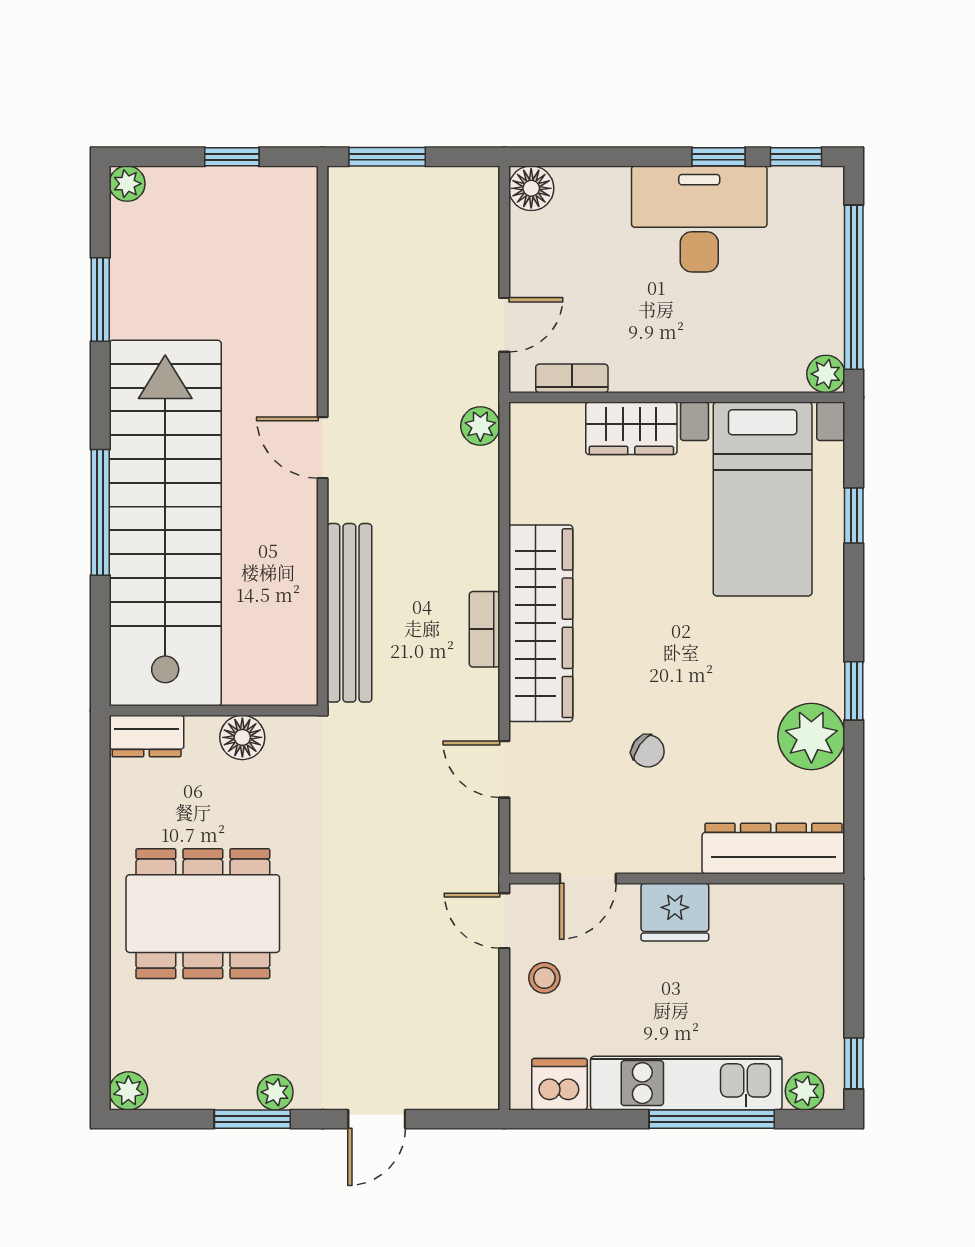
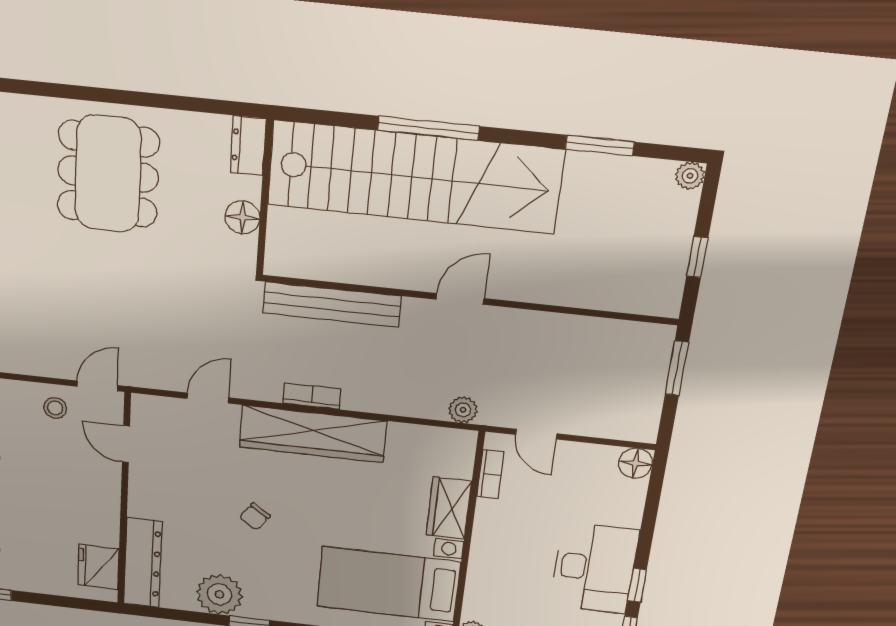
chair: (648, 751) -> (255, 517), moved
fridge: (675, 912) -> (98, 567), moved

